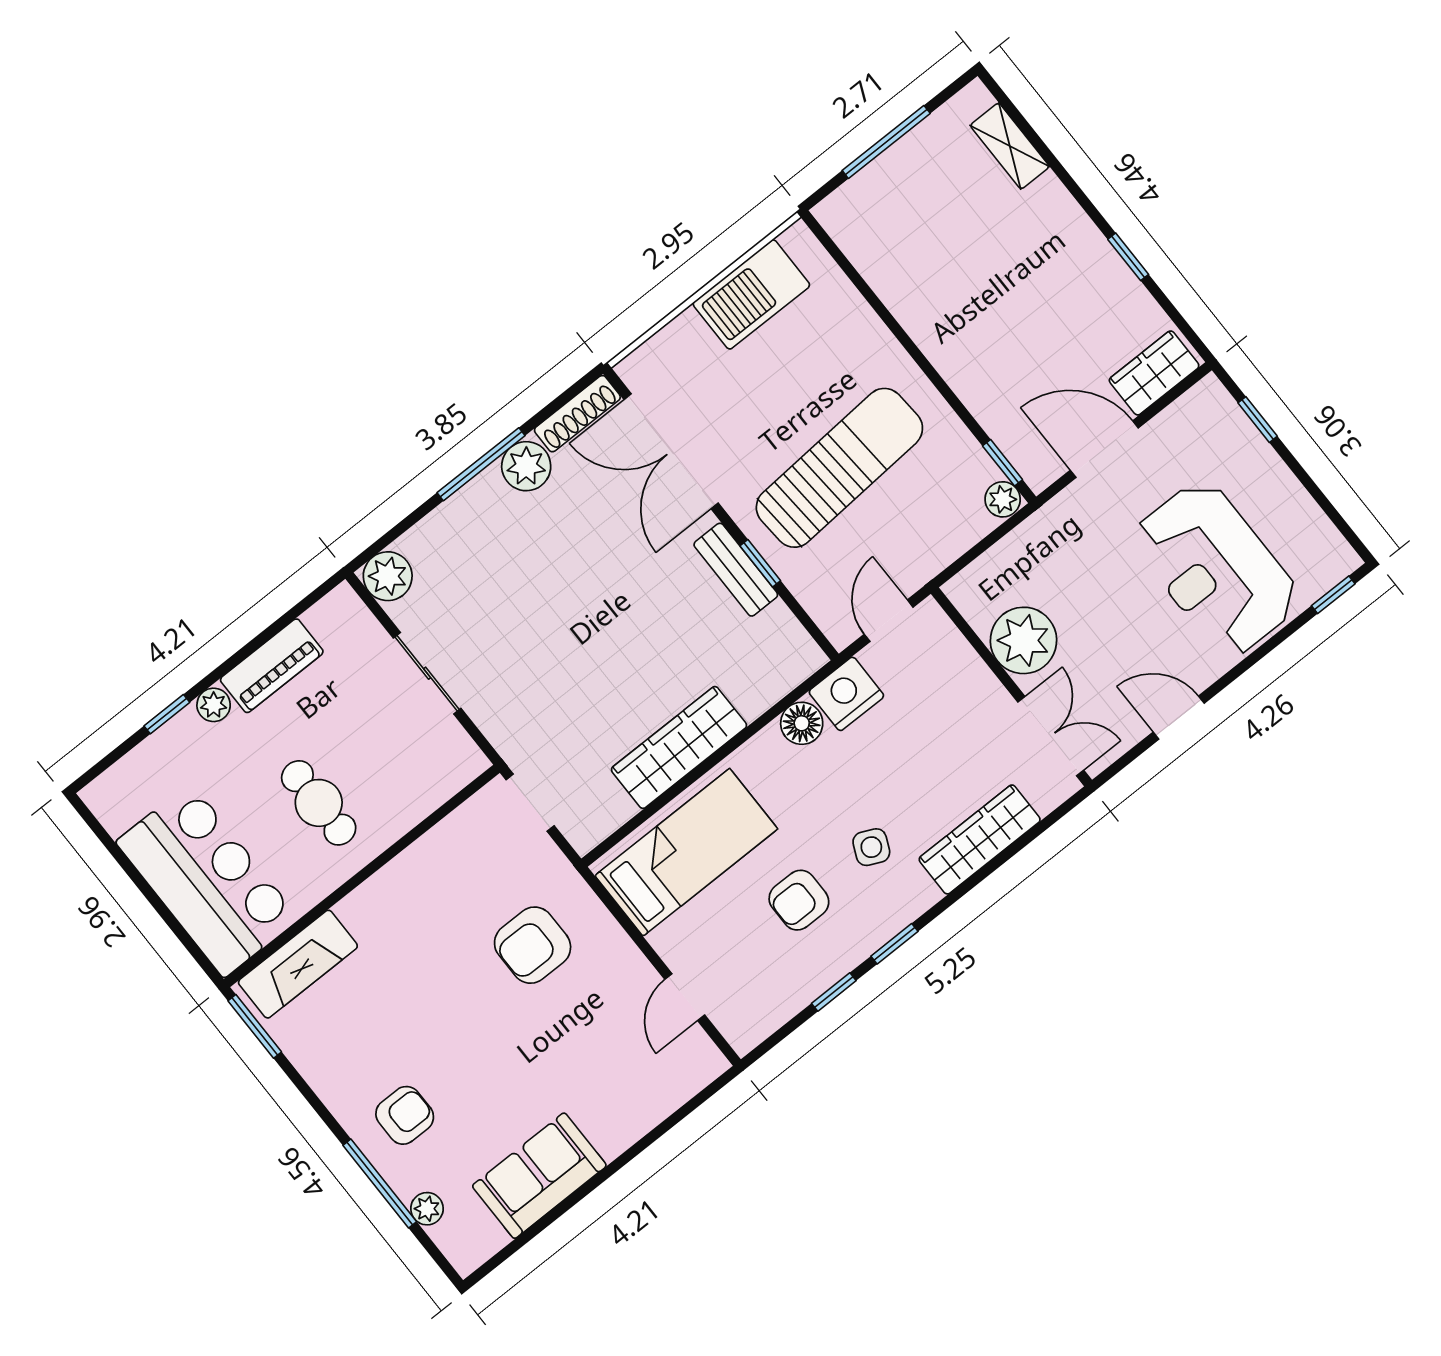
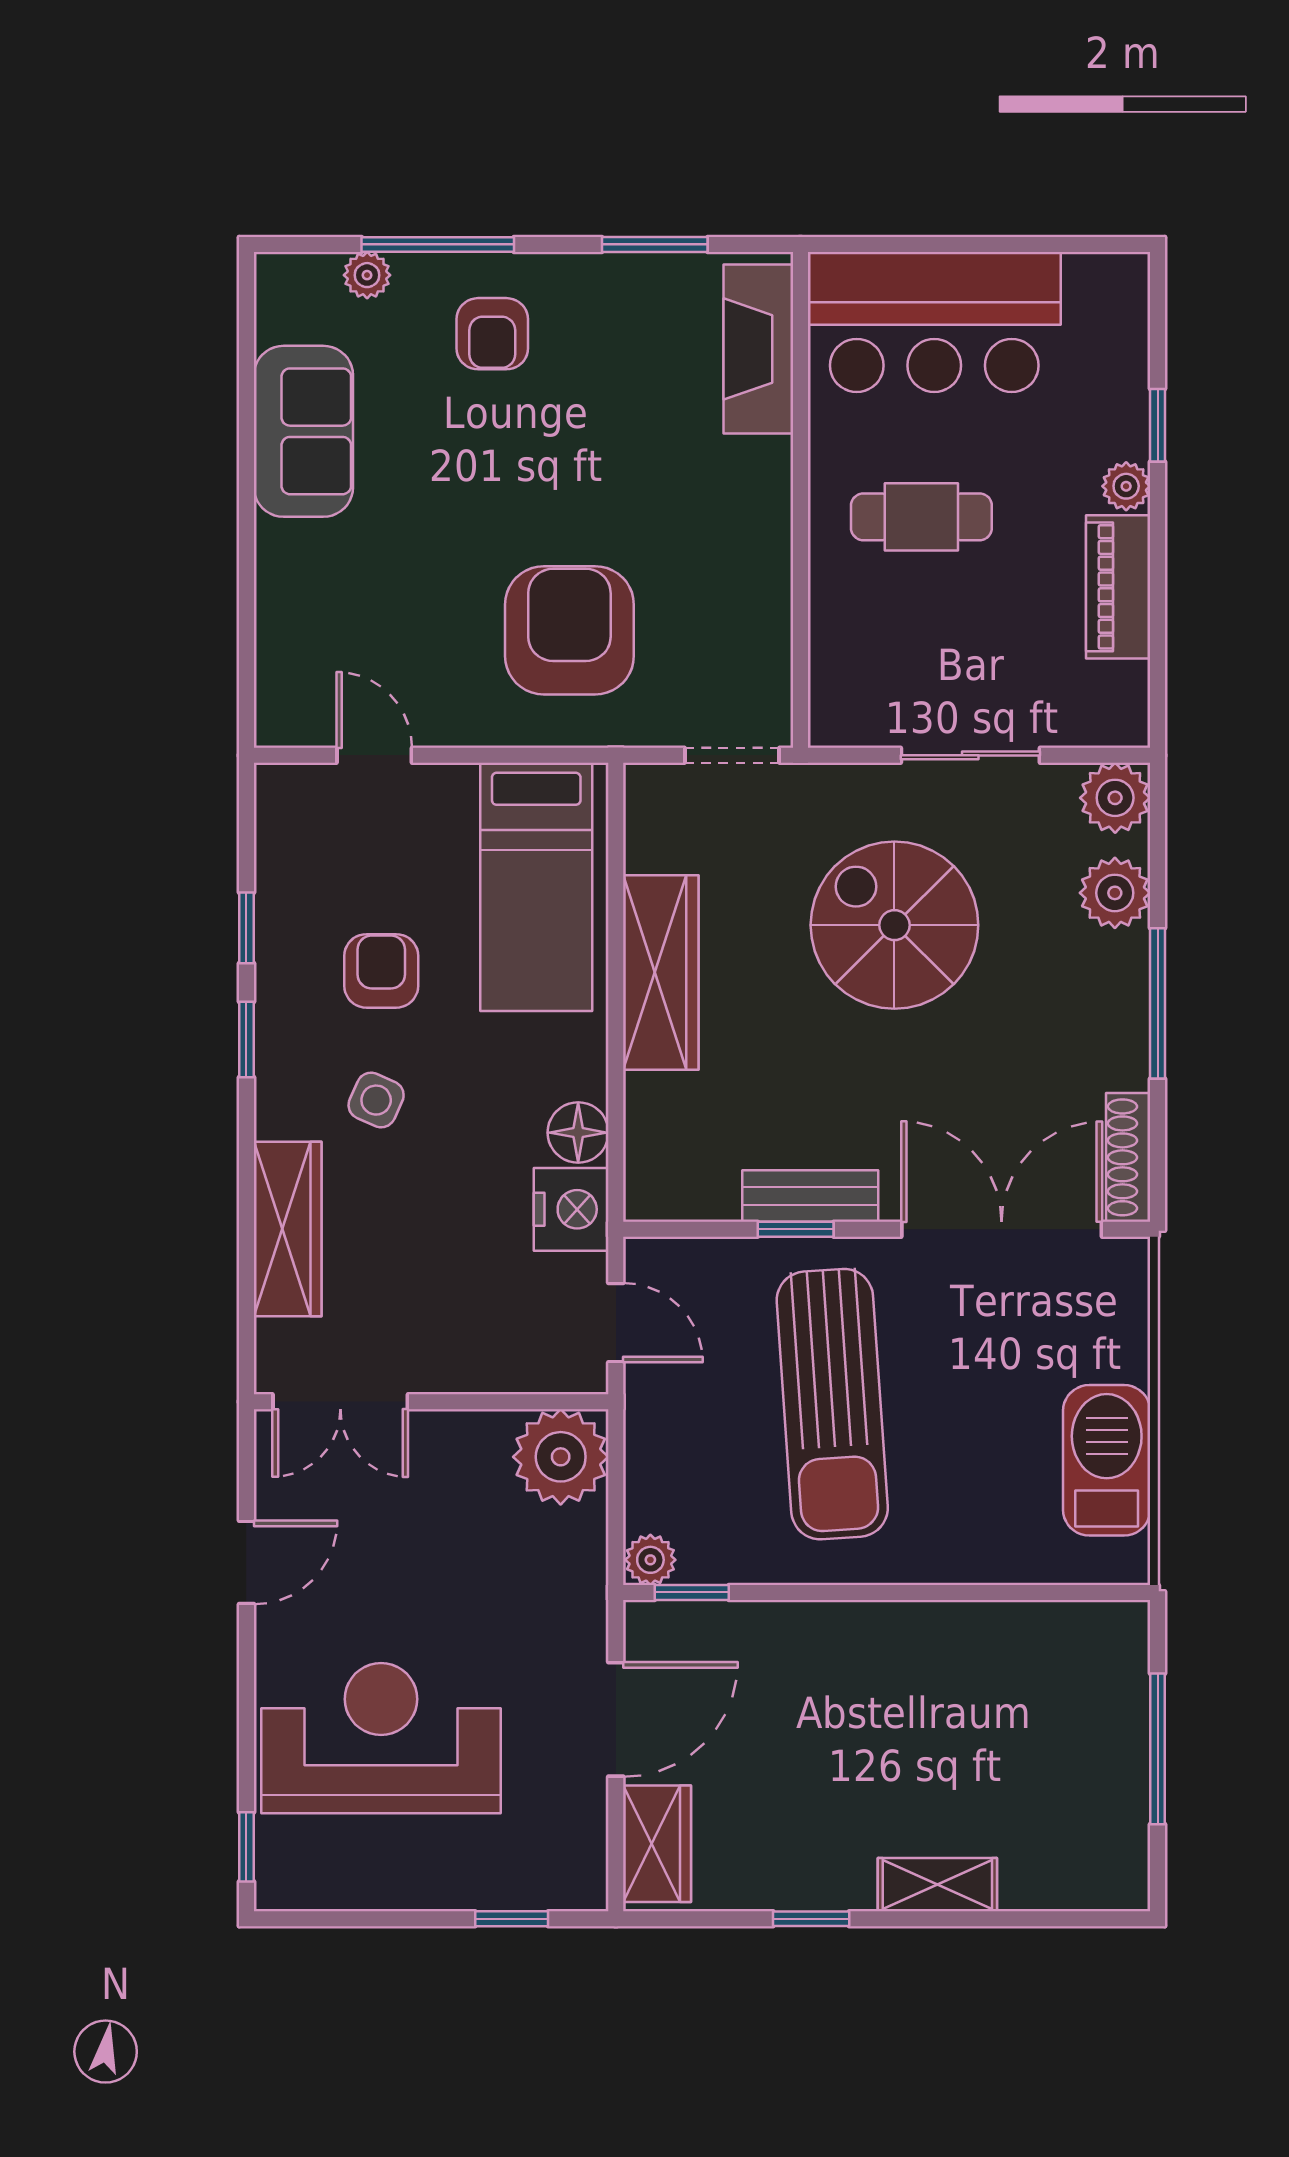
shelving: (1010, 146) -> (937, 1885), moved
plant: (526, 466) -> (1115, 893), moved
plant: (1024, 640) -> (561, 1457), moved
spiral stairs: (552, 641) -> (894, 925), added
armchair: (533, 945) -> (569, 630), width x1.36, depth x1.36
window: (255, 1026) -> (655, 244), moved

